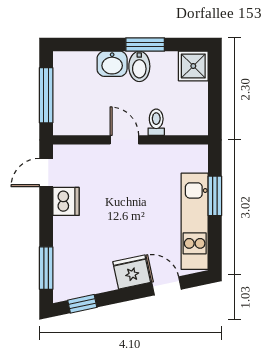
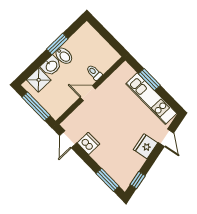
shower: (193, 66) -> (39, 80), moved
door: (166, 286) -> (166, 138), swing flipped

